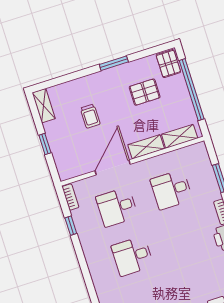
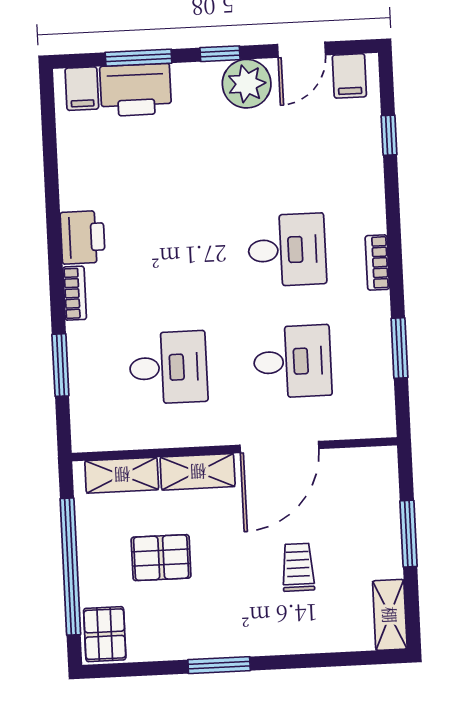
pallet: (145, 92) -> (161, 558), moved
window: (45, 144) -> (409, 534), width x1.50
bookcase: (70, 197) -> (377, 262), moved
window: (71, 226) -> (399, 348), width x1.50

